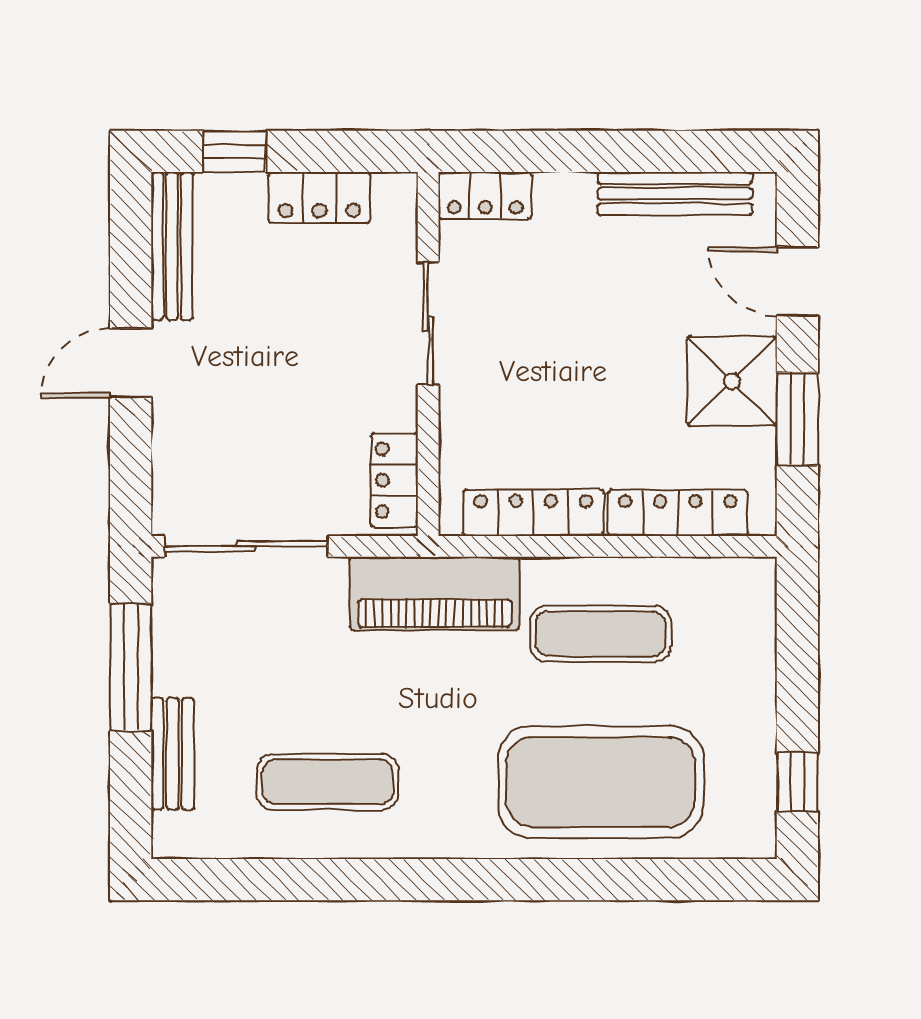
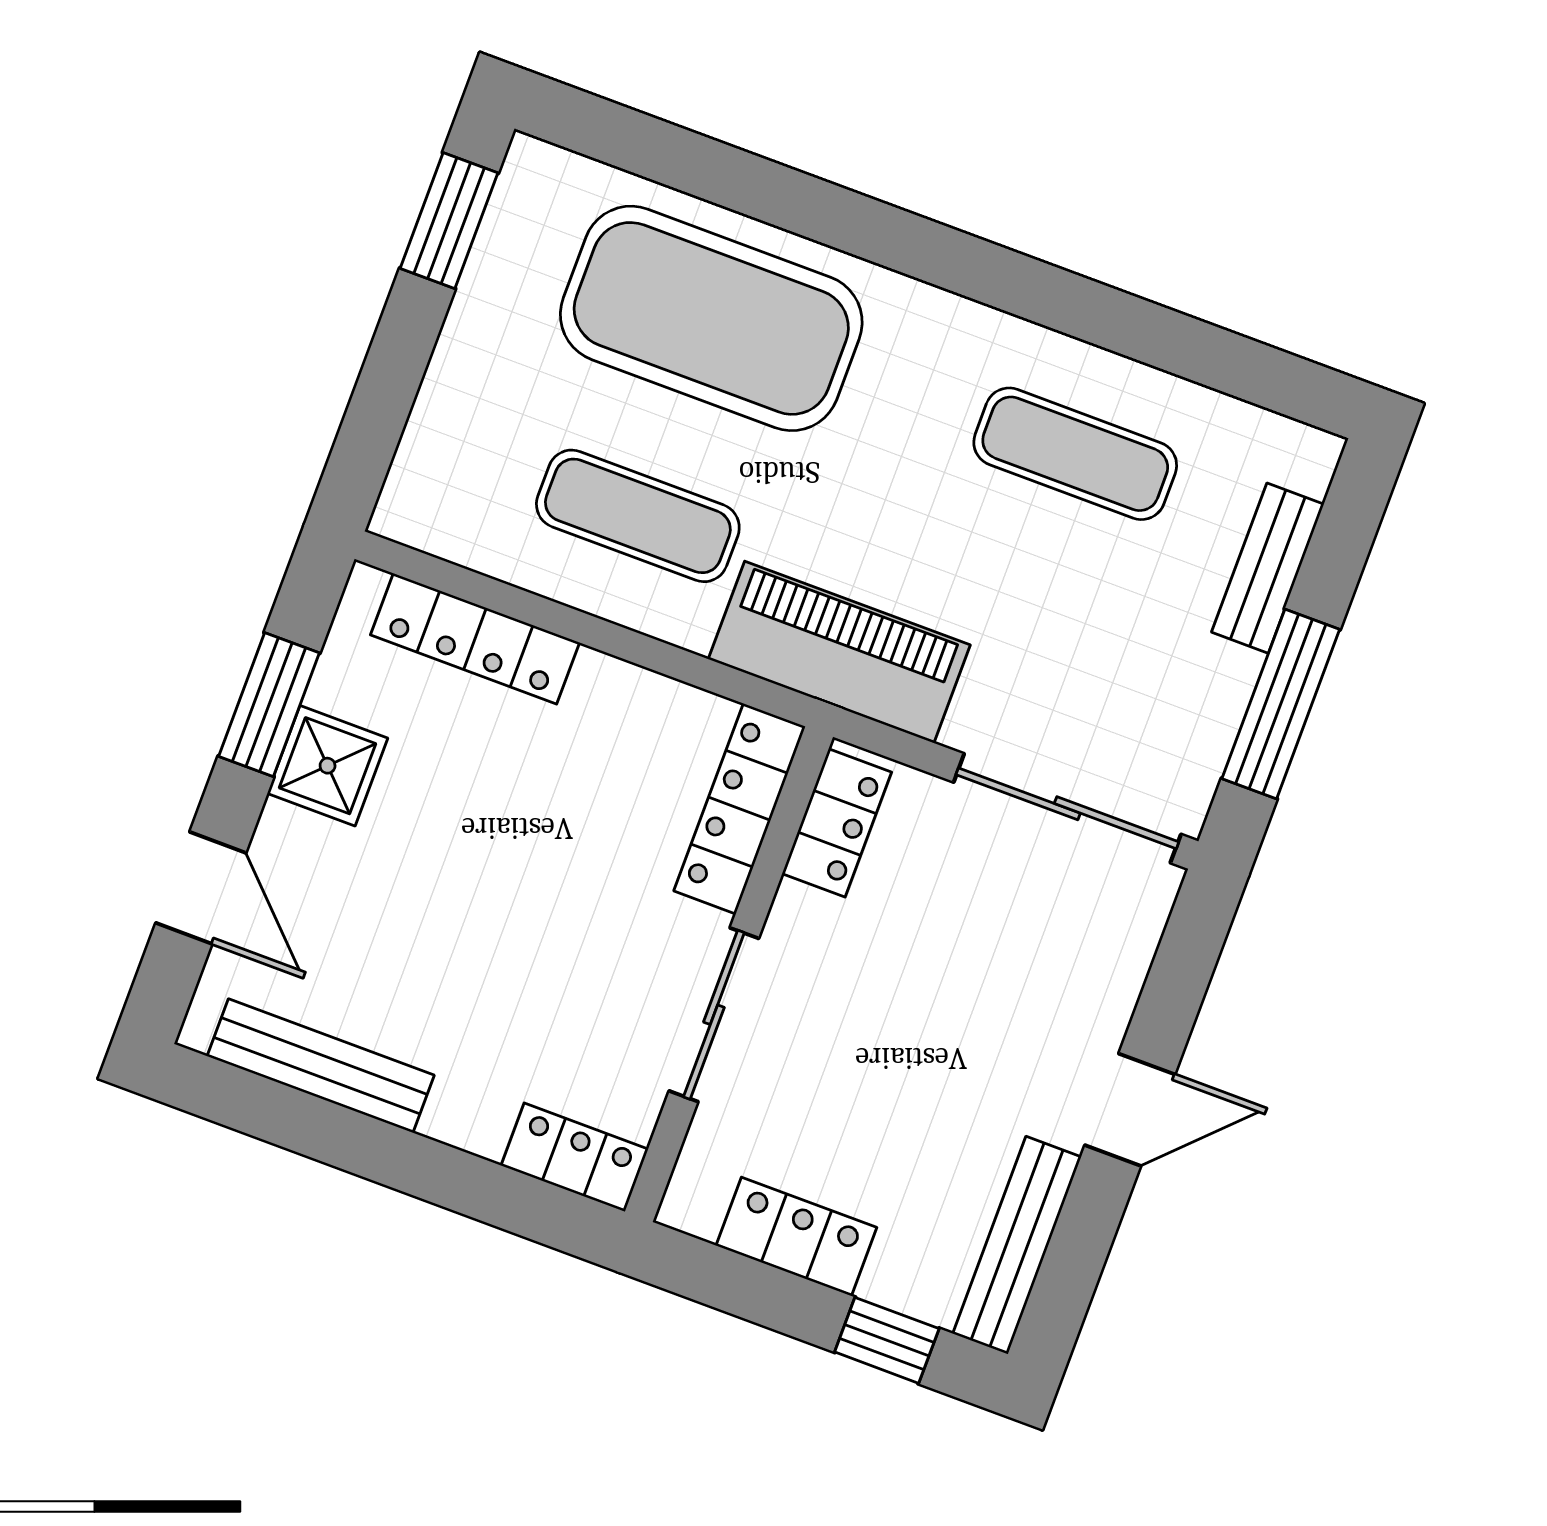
shower: (732, 381) -> (328, 766), width x0.73, depth x0.73
locker: (533, 513) -> (740, 809), moved, turned 90
window: (797, 782) -> (449, 221), width x1.50

